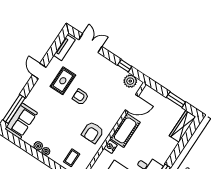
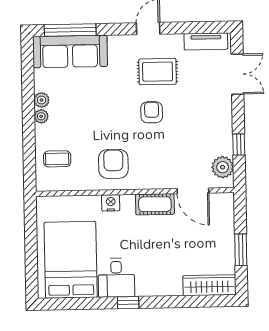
sofa: (21, 121) -> (70, 51), width x1.36
cot: (125, 130) -> (155, 204), width x0.73, depth x0.75
armchair: (93, 132) -> (113, 164), turned 90

